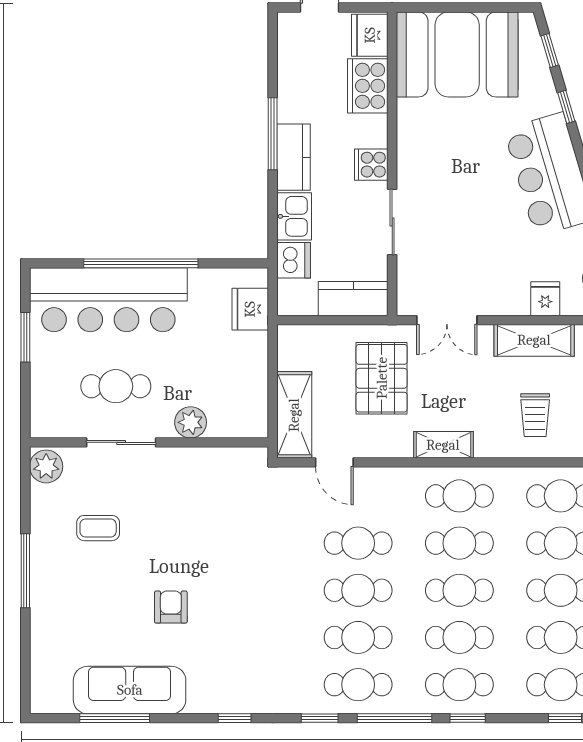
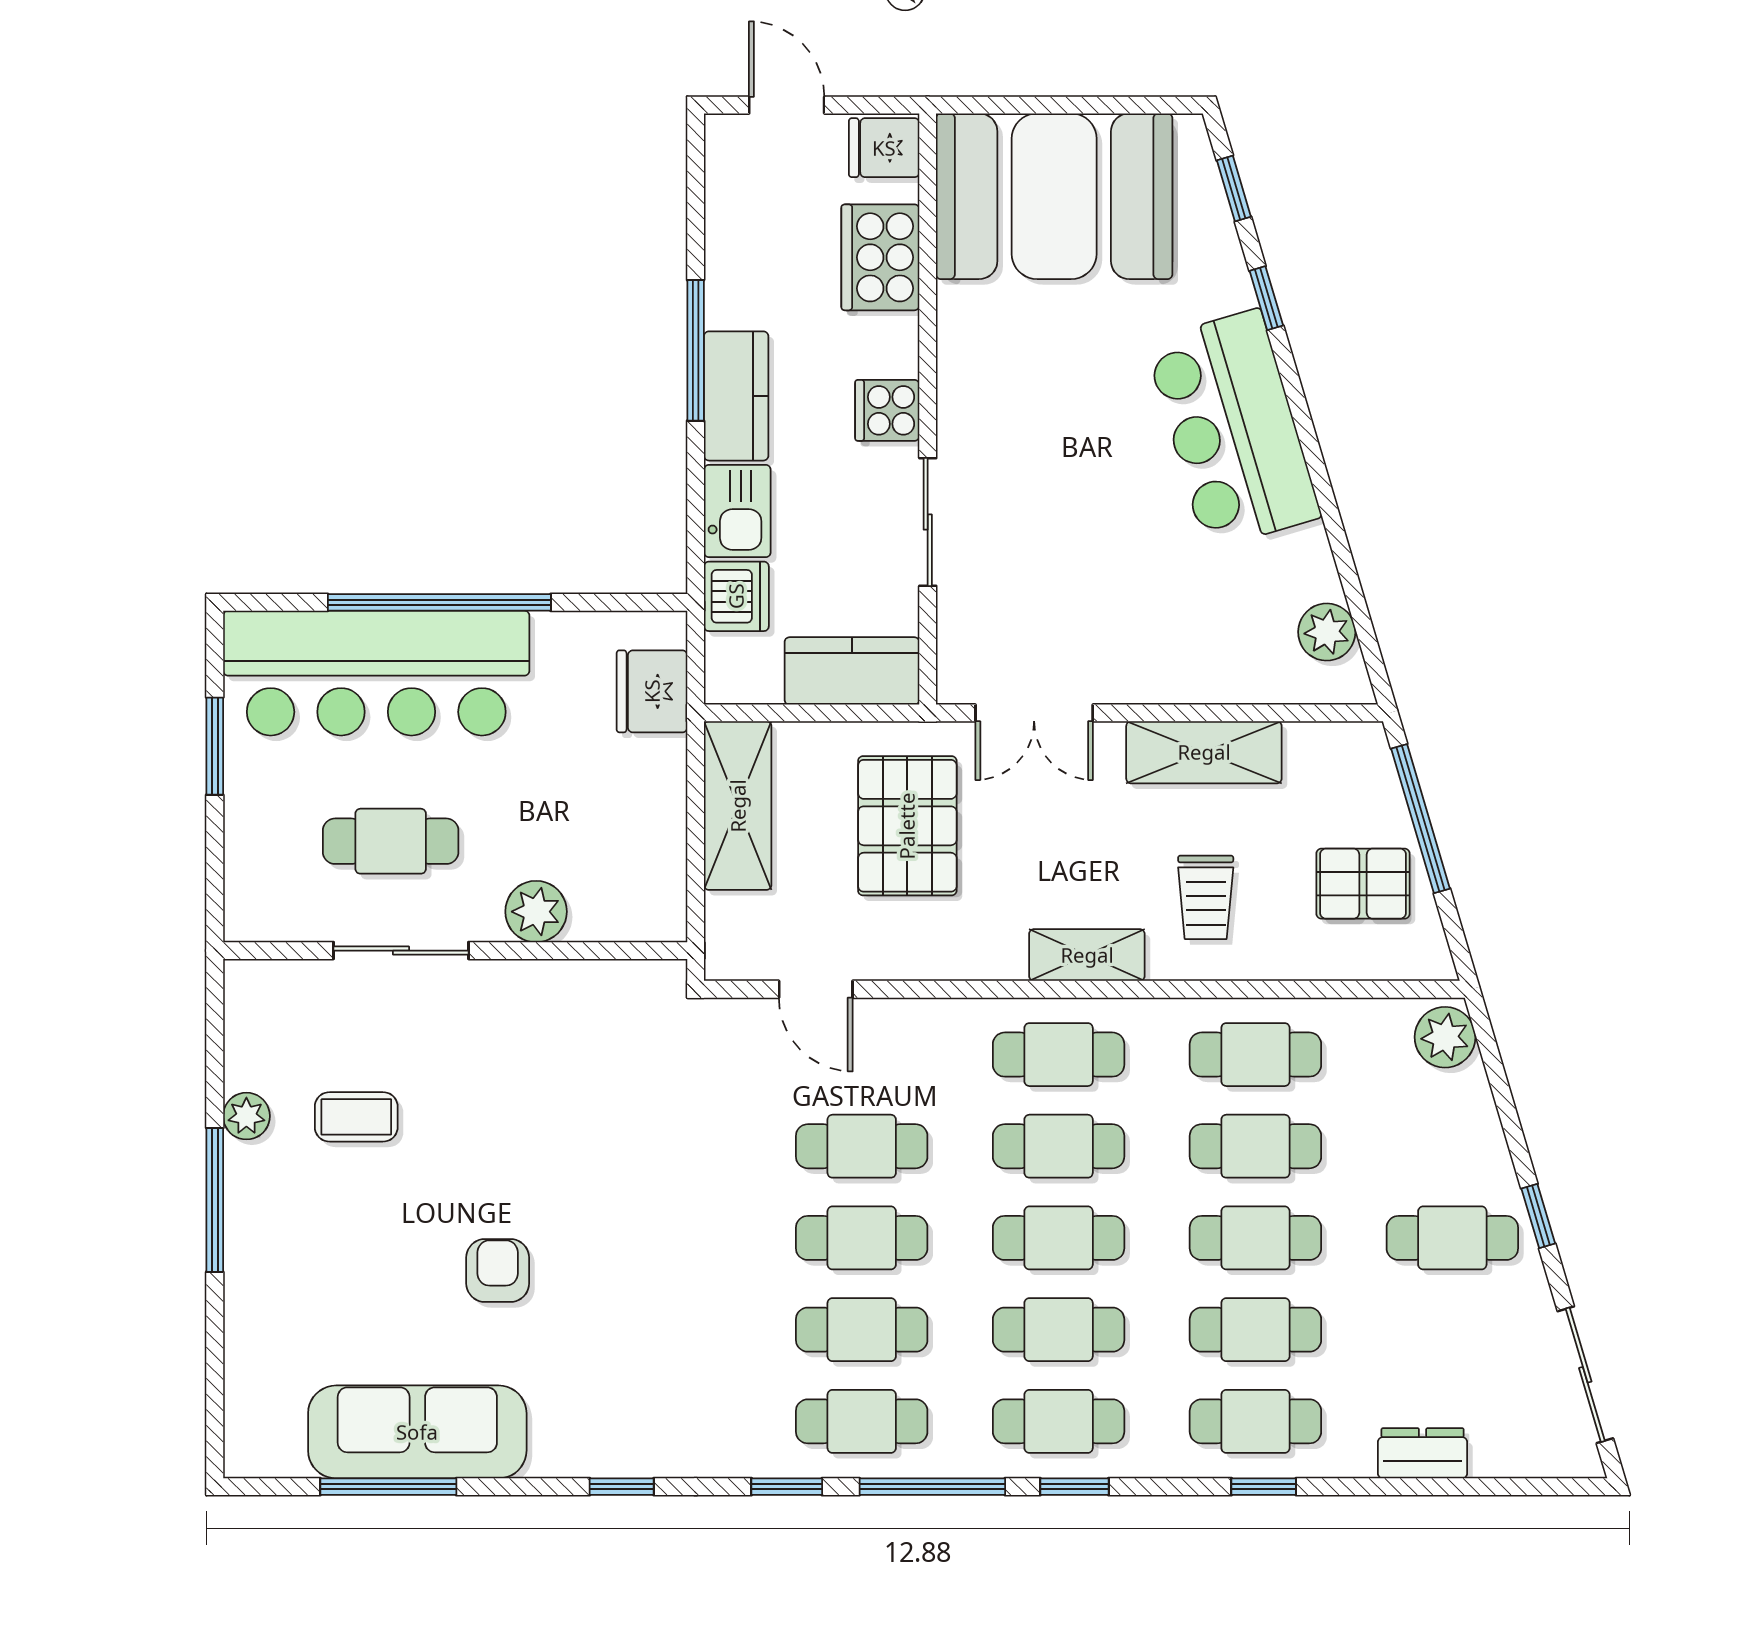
fridge: (370, 35) -> (884, 148), width x0.72
fridge: (545, 299) -> (1225, 671), removed
shelving: (294, 415) -> (738, 806), moved
shelving: (443, 445) -> (1087, 955), moved
plant: (46, 466) -> (246, 1116), moved, width x0.73, depth x0.73

